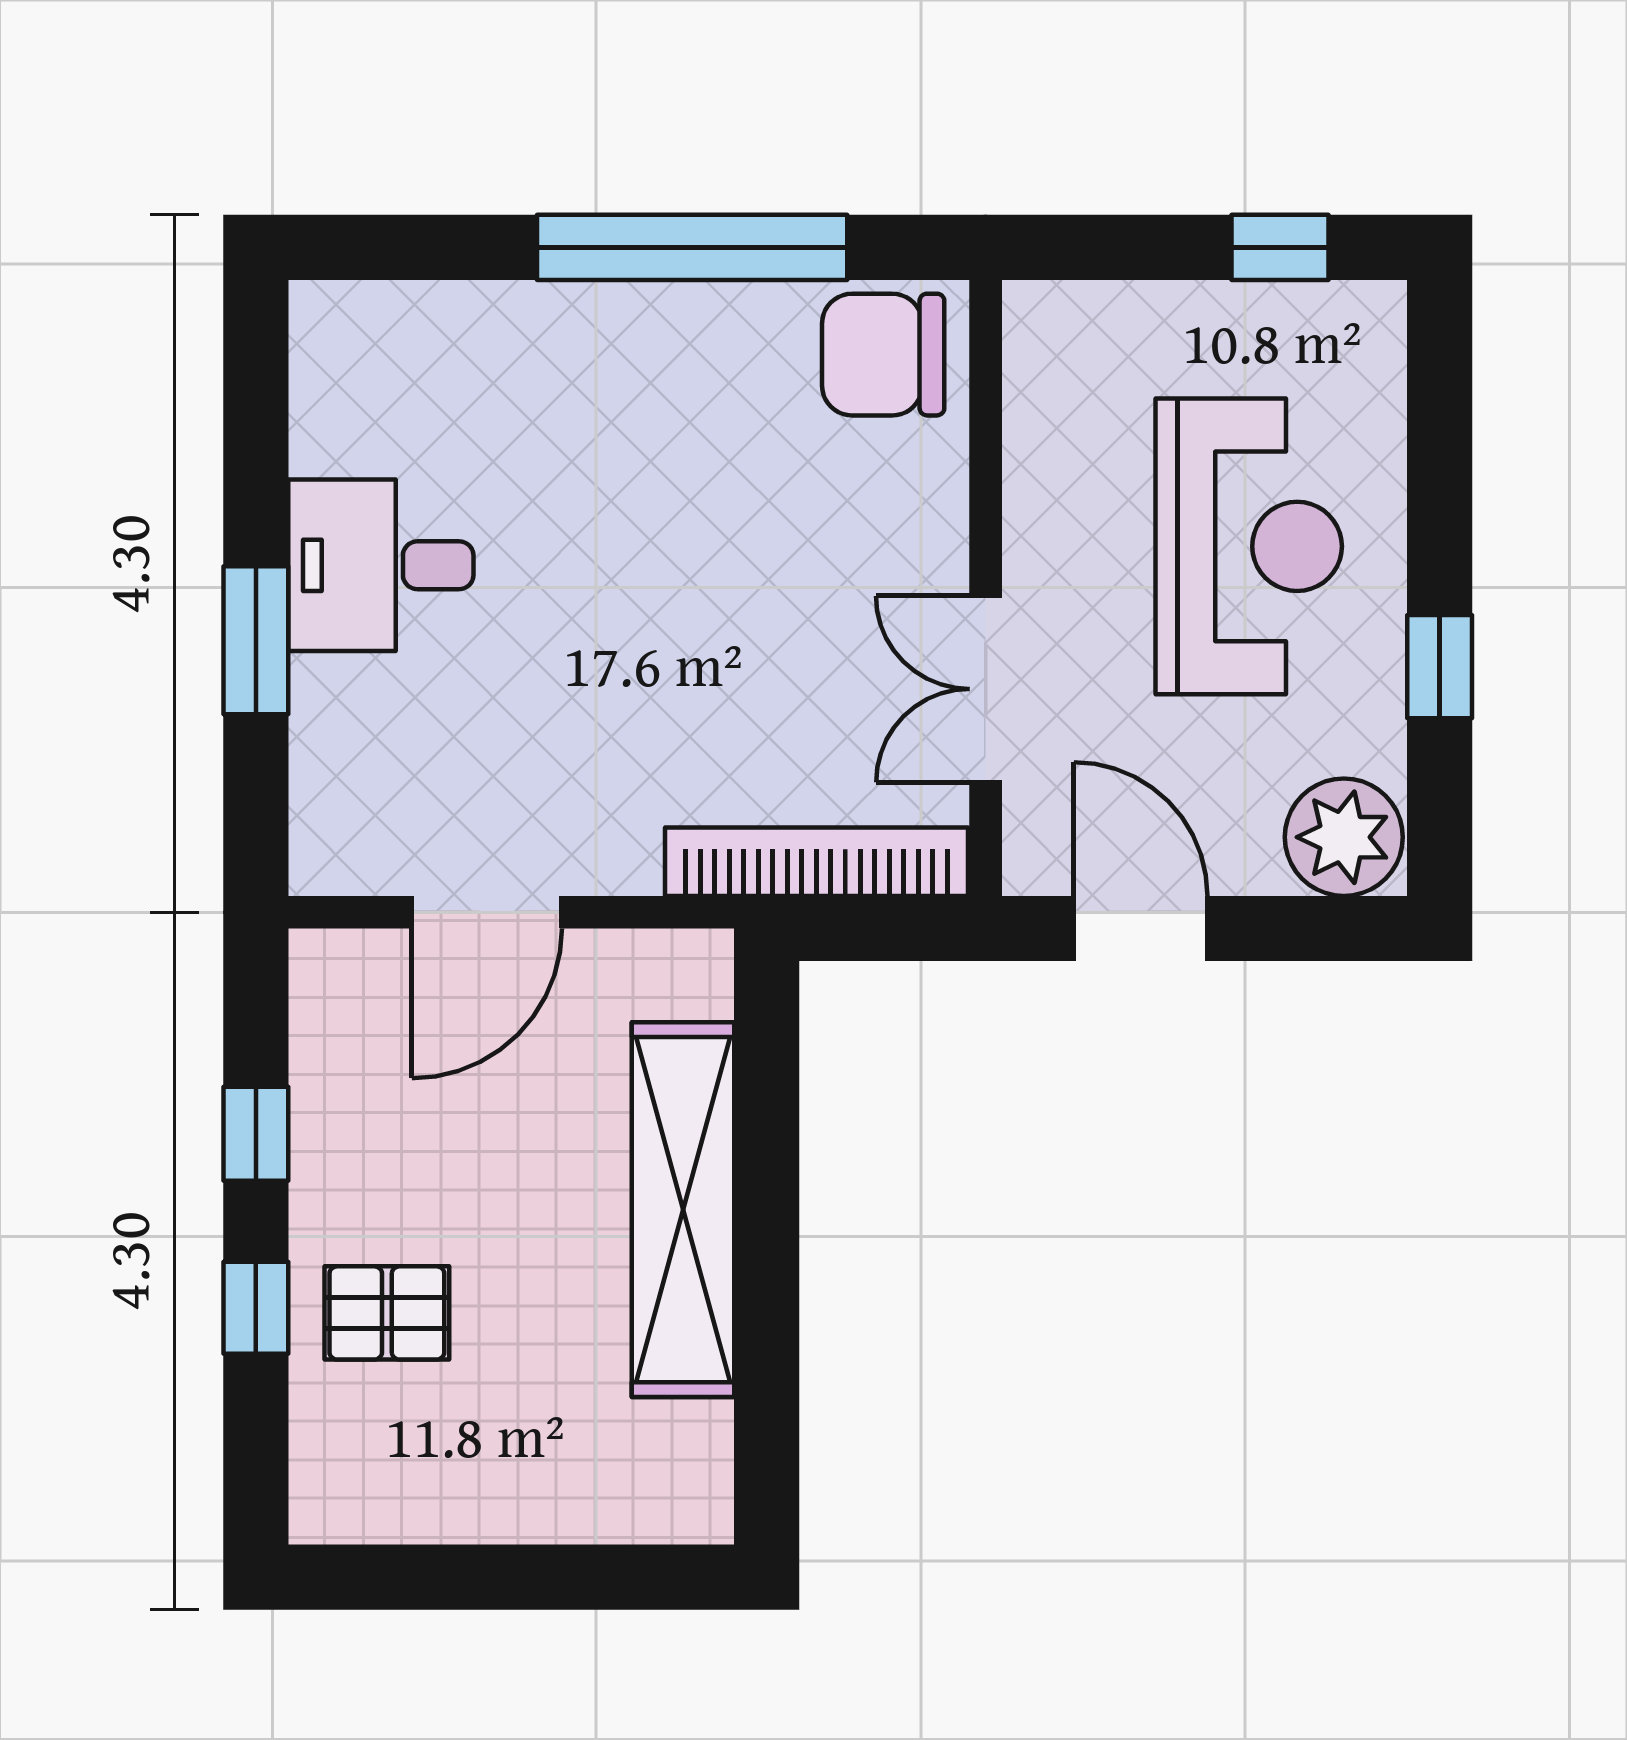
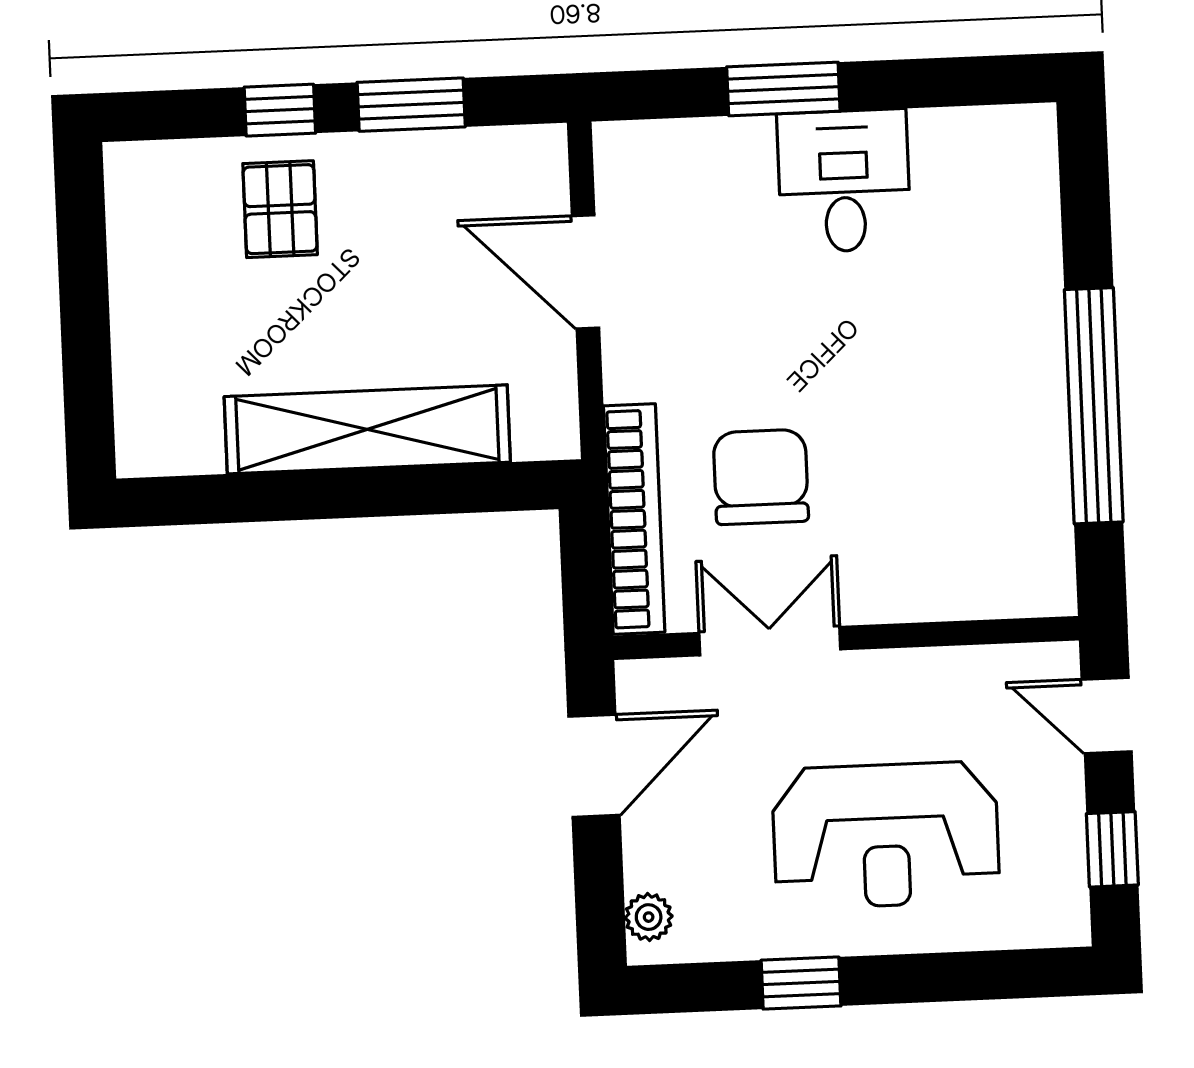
door: (1103, 247) -> (1107, 716), added
chair: (883, 355) -> (761, 477), moved
plant: (1344, 837) -> (649, 917), width x0.53, depth x0.53
window: (256, 1134) -> (411, 105), width x1.50

